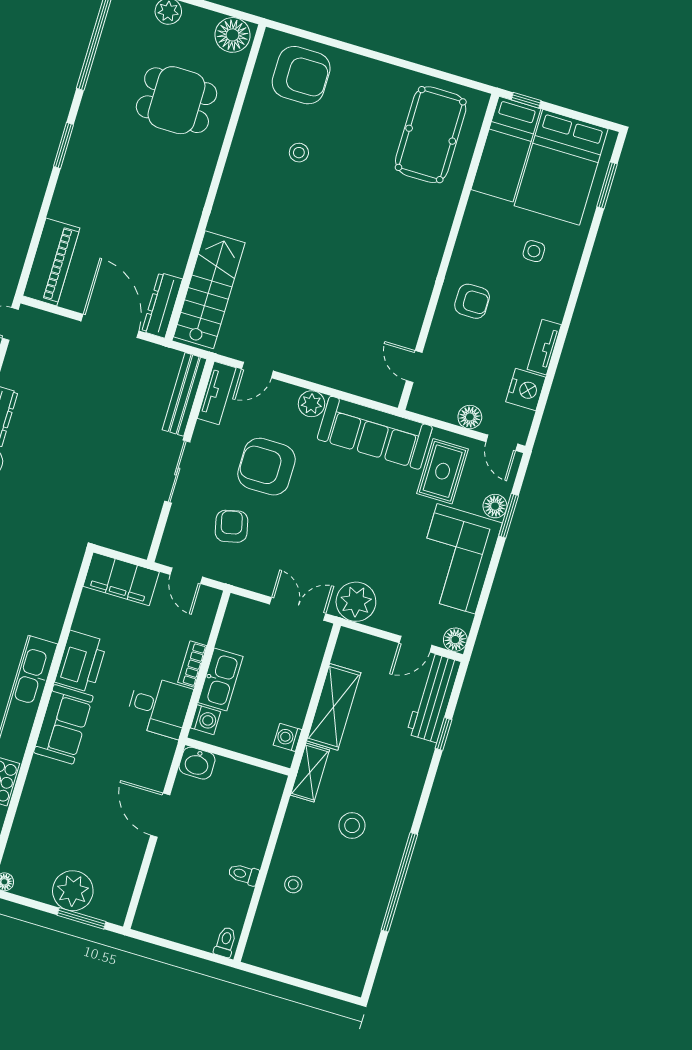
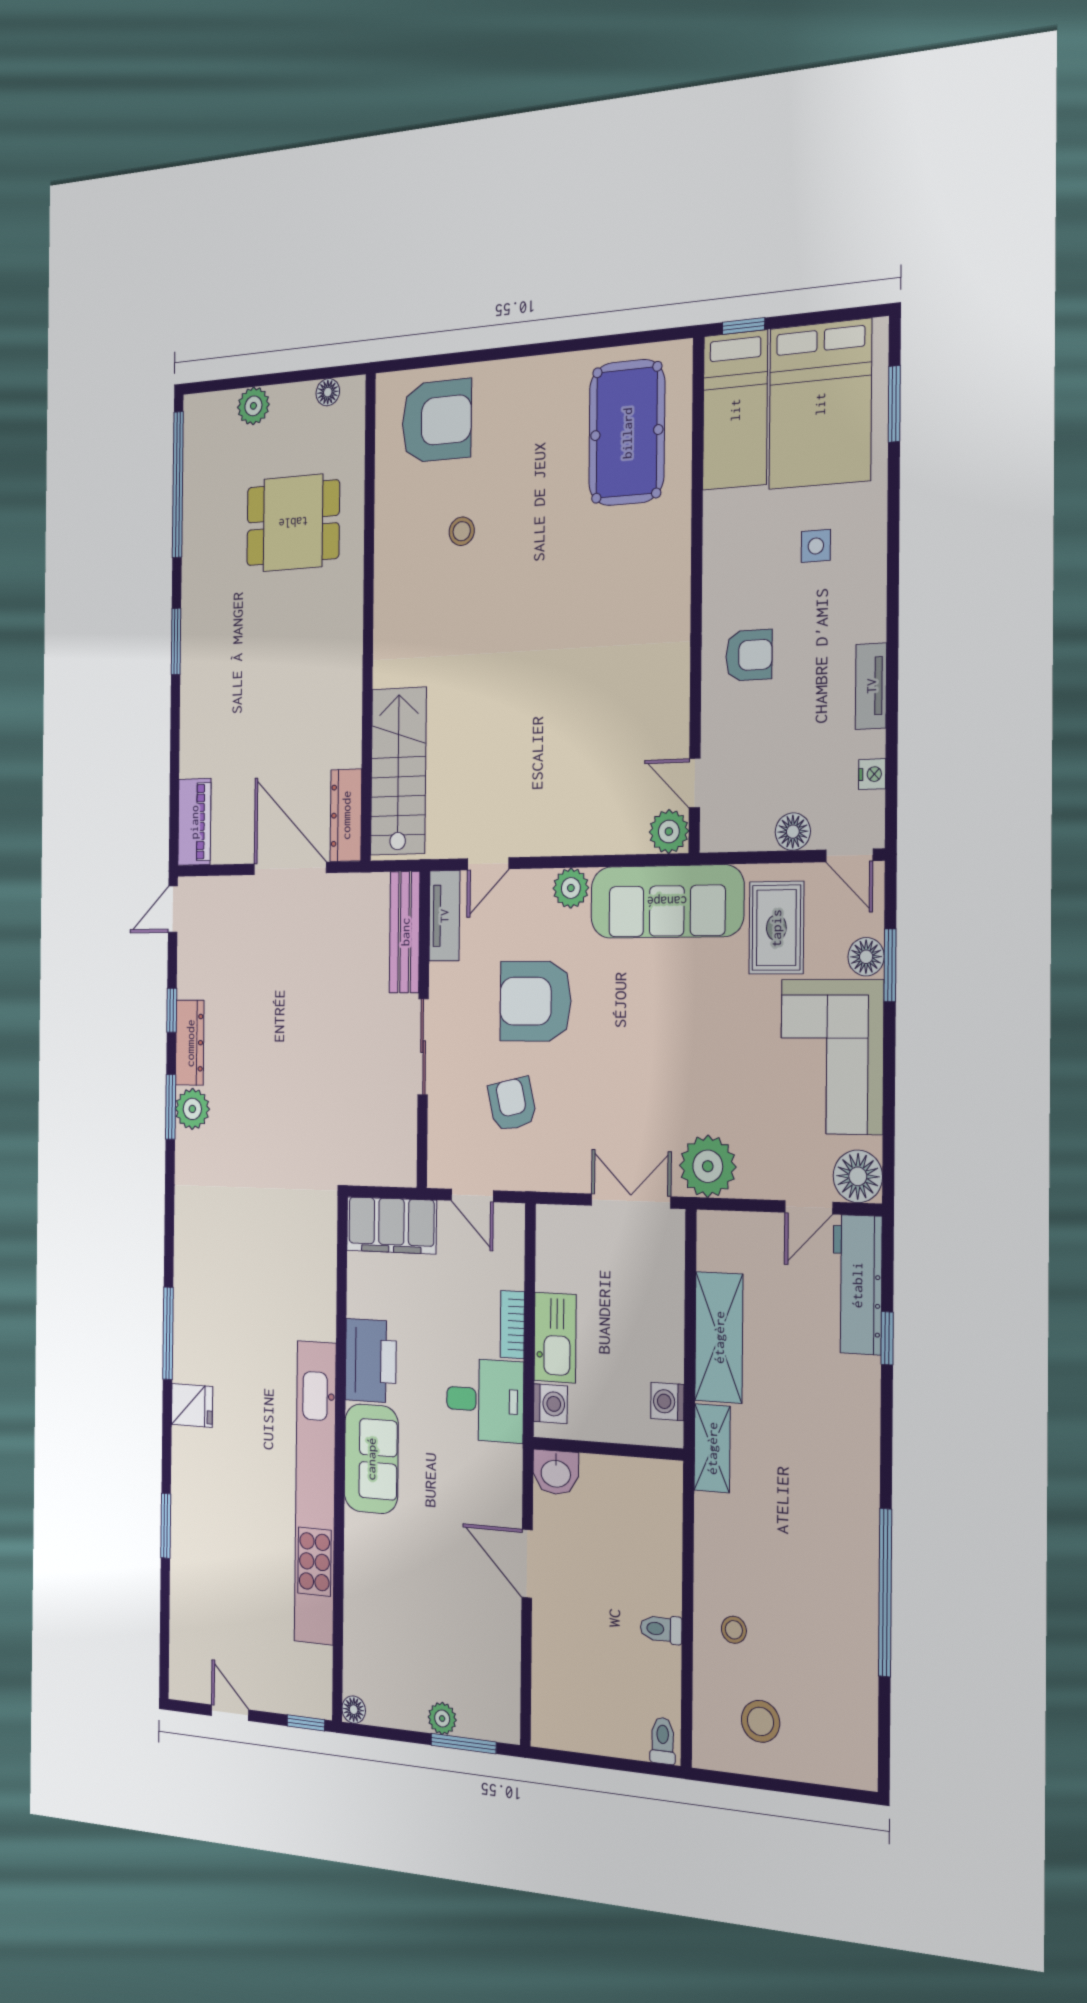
floor lamp: (233, 35) -> (328, 392), width x0.53, depth x0.53
piano: (51, 262) -> (194, 822), width x0.73, depth x0.75
plant: (388, 390) -> (669, 831), added
nightstand: (526, 390) -> (872, 774), width x0.53, depth x0.56
floor lamp: (455, 640) -> (858, 1176), width x1.38, depth x1.38
stool: (352, 825) -> (760, 1721), moved
plant: (73, 891) -> (442, 1718), width x0.53, depth x0.53

